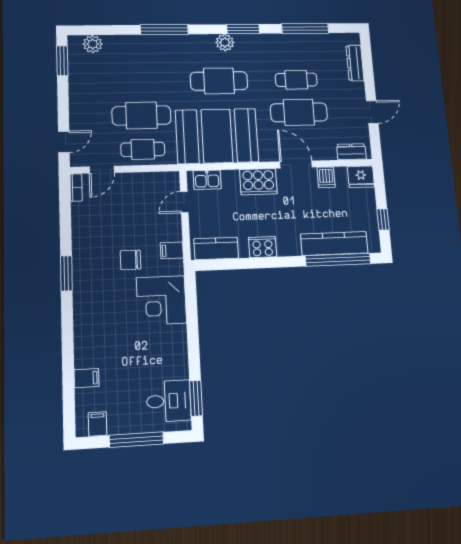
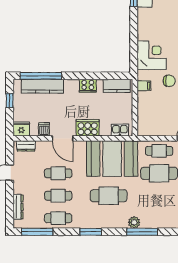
window: (305, 28) -> (37, 232), moved
plant: (225, 42) -> (134, 222), moved
cafe table: (294, 48) -> (58, 218), added
cafe table: (299, 112) -> (58, 173), width x0.73, depth x0.74
door: (184, 202) -> (135, 116), removed

